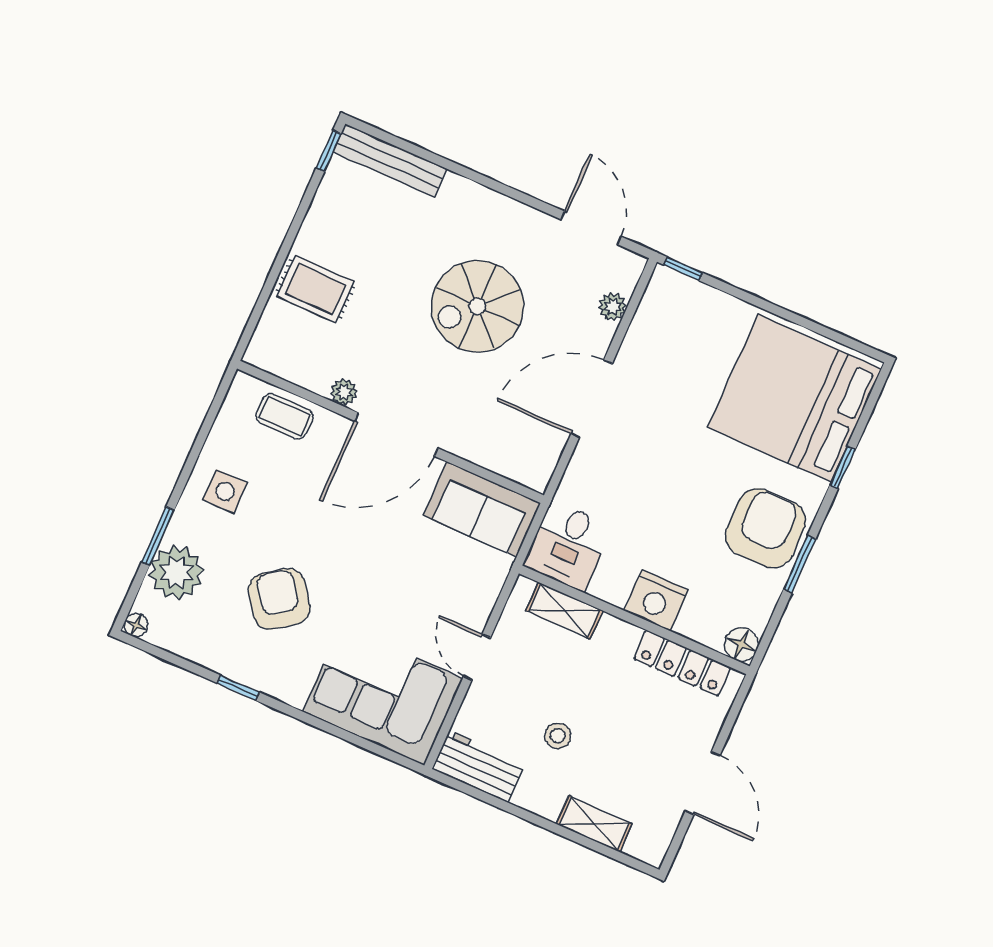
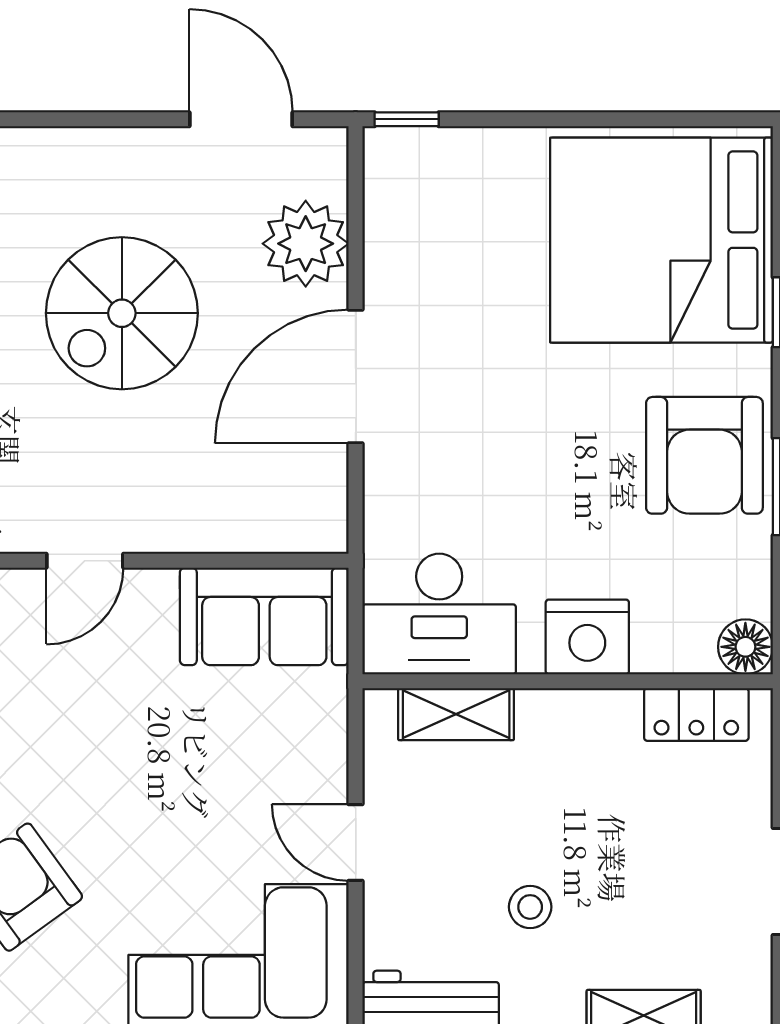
plant: (613, 307) -> (306, 244), width x1.87, depth x1.87
door: (396, 434) -> (85, 561), width x0.53
armchair: (766, 528) -> (704, 455), turned 180
desk: (568, 546) -> (439, 614), width x1.37
locker: (682, 663) -> (696, 714), width x0.66

